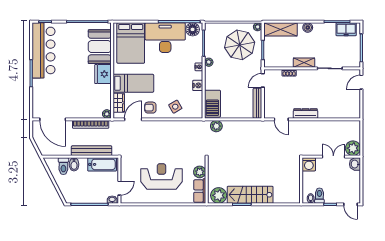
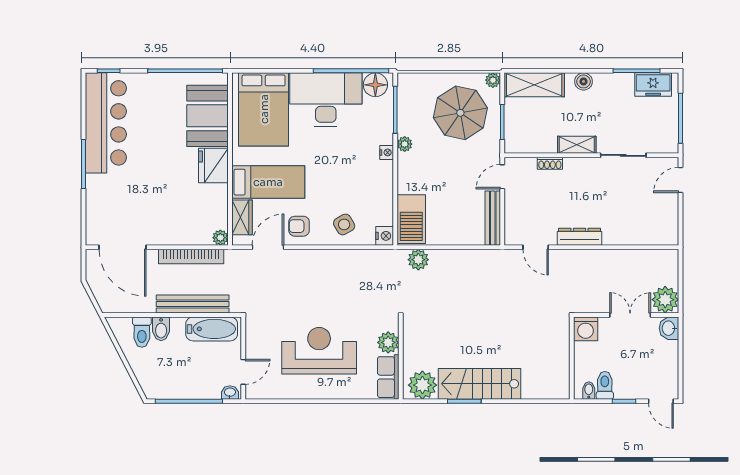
nightstand: (198, 85) -> (385, 236), moved

